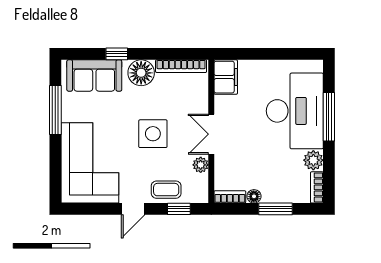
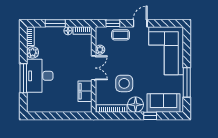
filing cabinet: (226, 77) -> (85, 91), moved
desk: (295, 111) -> (40, 76), width x0.73, depth x0.77
side table: (153, 134) -> (124, 83), moved

